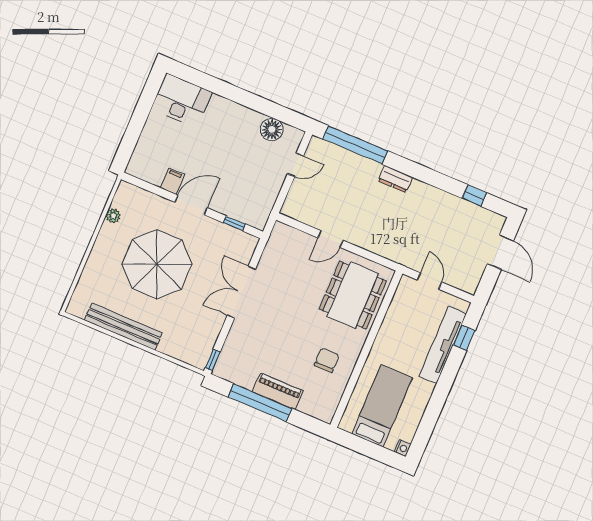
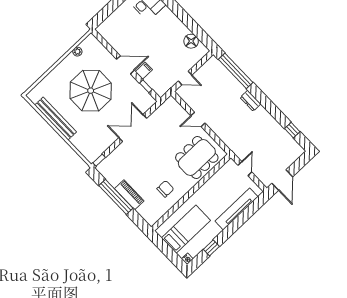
door: (295, 165) -> (185, 78), moved
filing cabinet: (172, 181) -> (144, 71), moved
door: (500, 252) -> (282, 180), moved
window: (464, 338) -> (211, 248), moved

